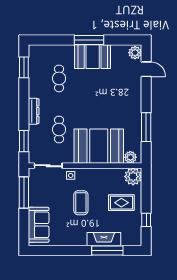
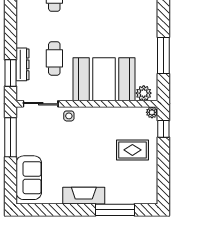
dresser: (34, 111) -> (23, 64), moved
plant: (133, 177) -> (152, 112), width x0.53, depth x0.53
coffee table: (81, 203) -> (82, 150), removed
window: (146, 220) -> (163, 129), moved
fireplace: (104, 239) -> (84, 196), moved

